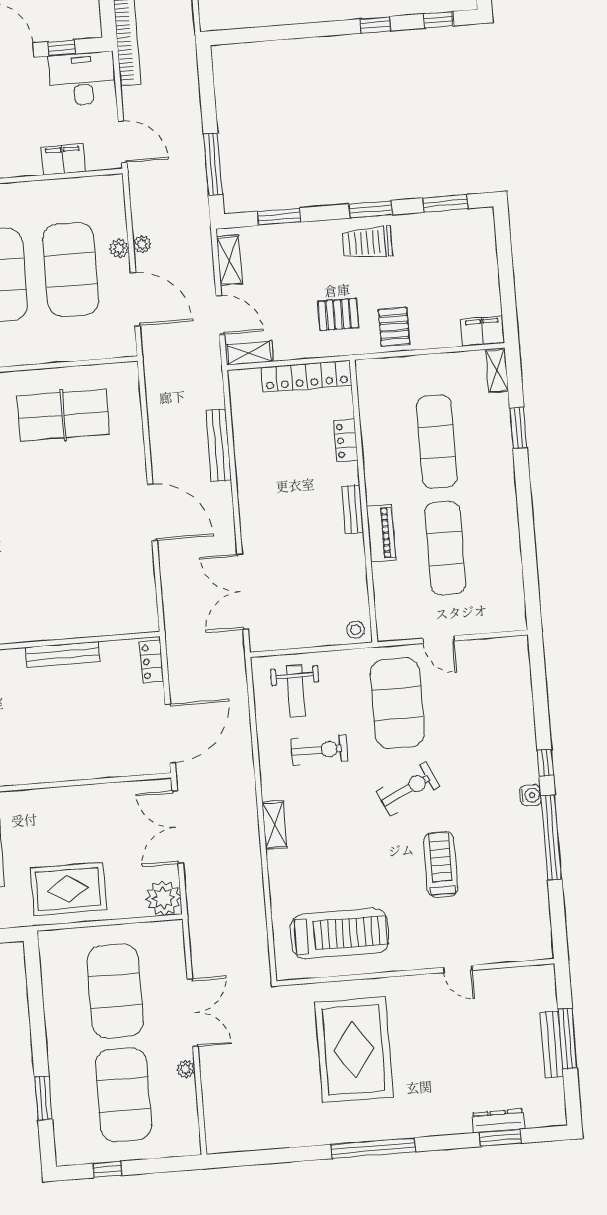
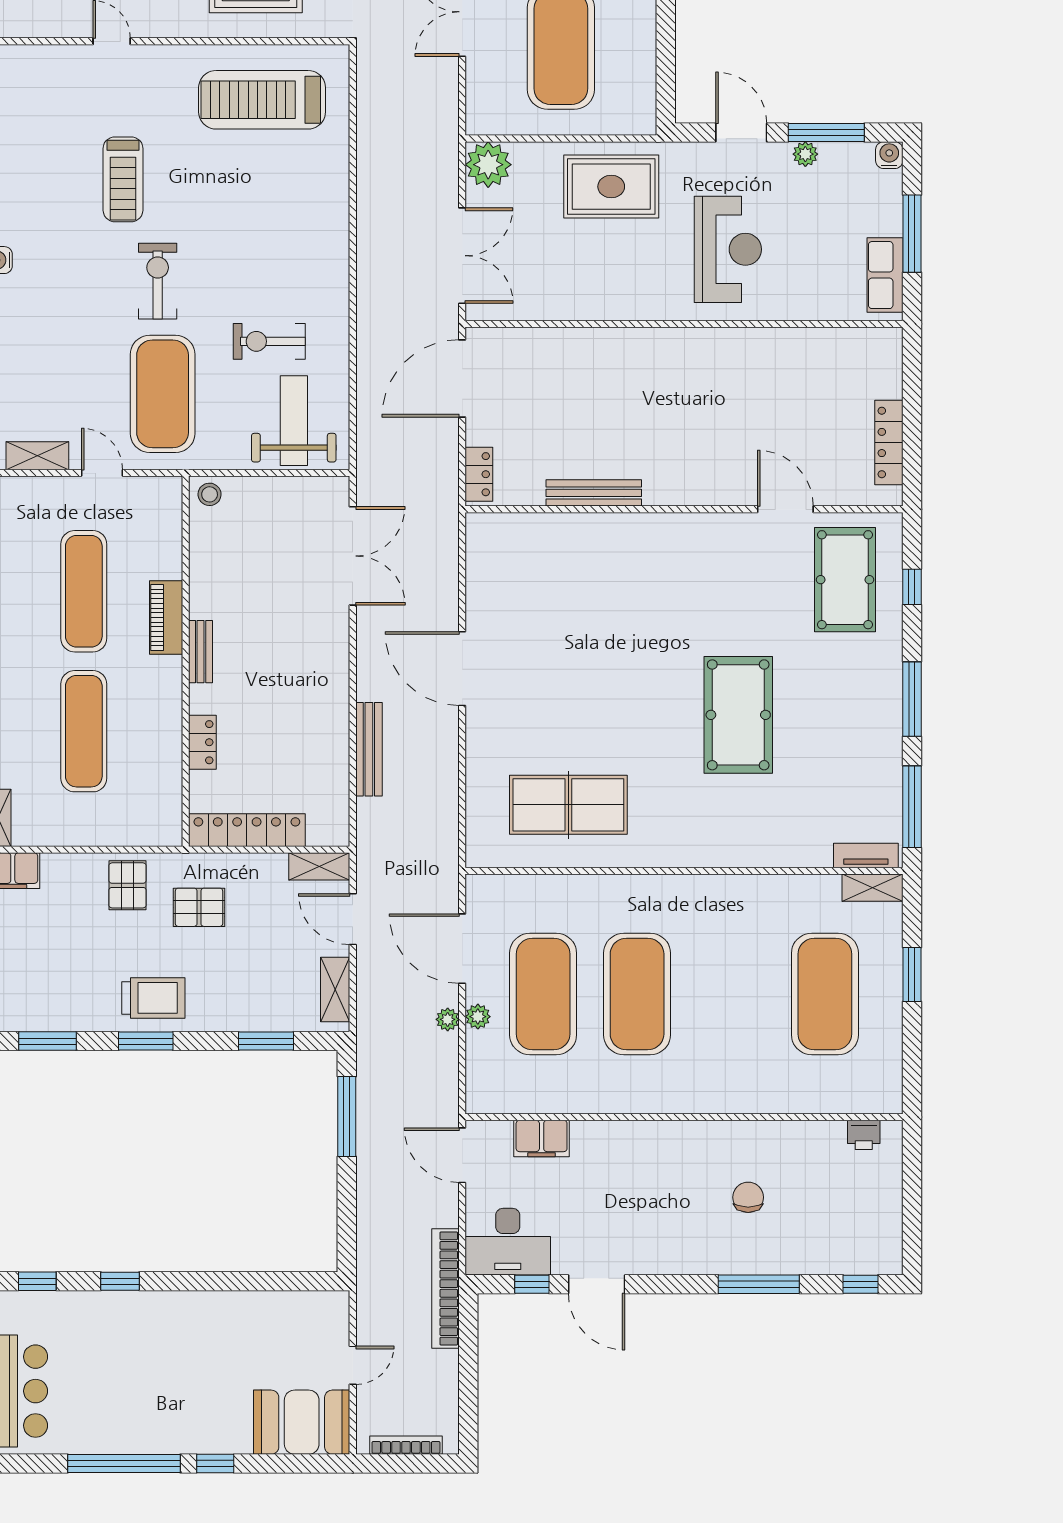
weight bench: (296, 691) -> (294, 421), width x1.36, depth x1.33
exercise bike: (408, 789) -> (158, 281), turned 116
shelving: (274, 825) -> (37, 456), moved, turned 90

